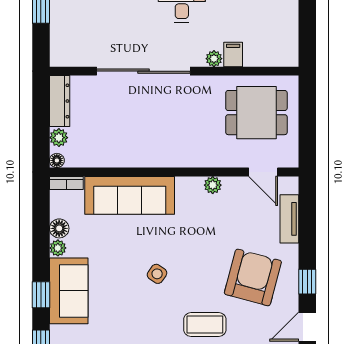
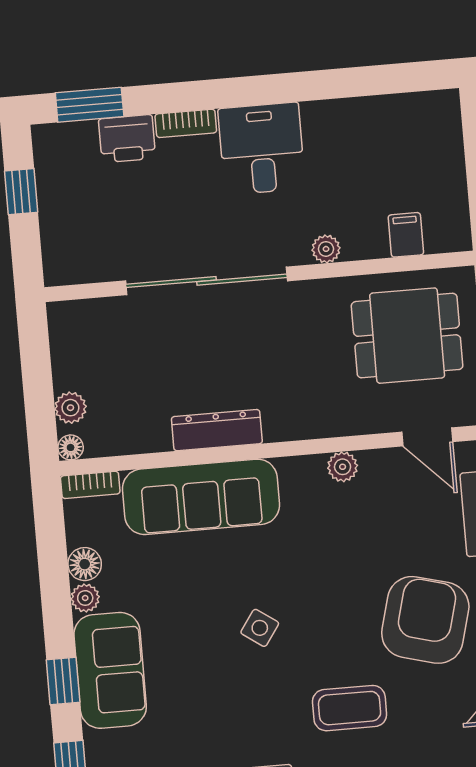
filing cabinet: (233, 54) -> (406, 235), moved
dresser: (60, 101) -> (217, 430), moved, turned -90

